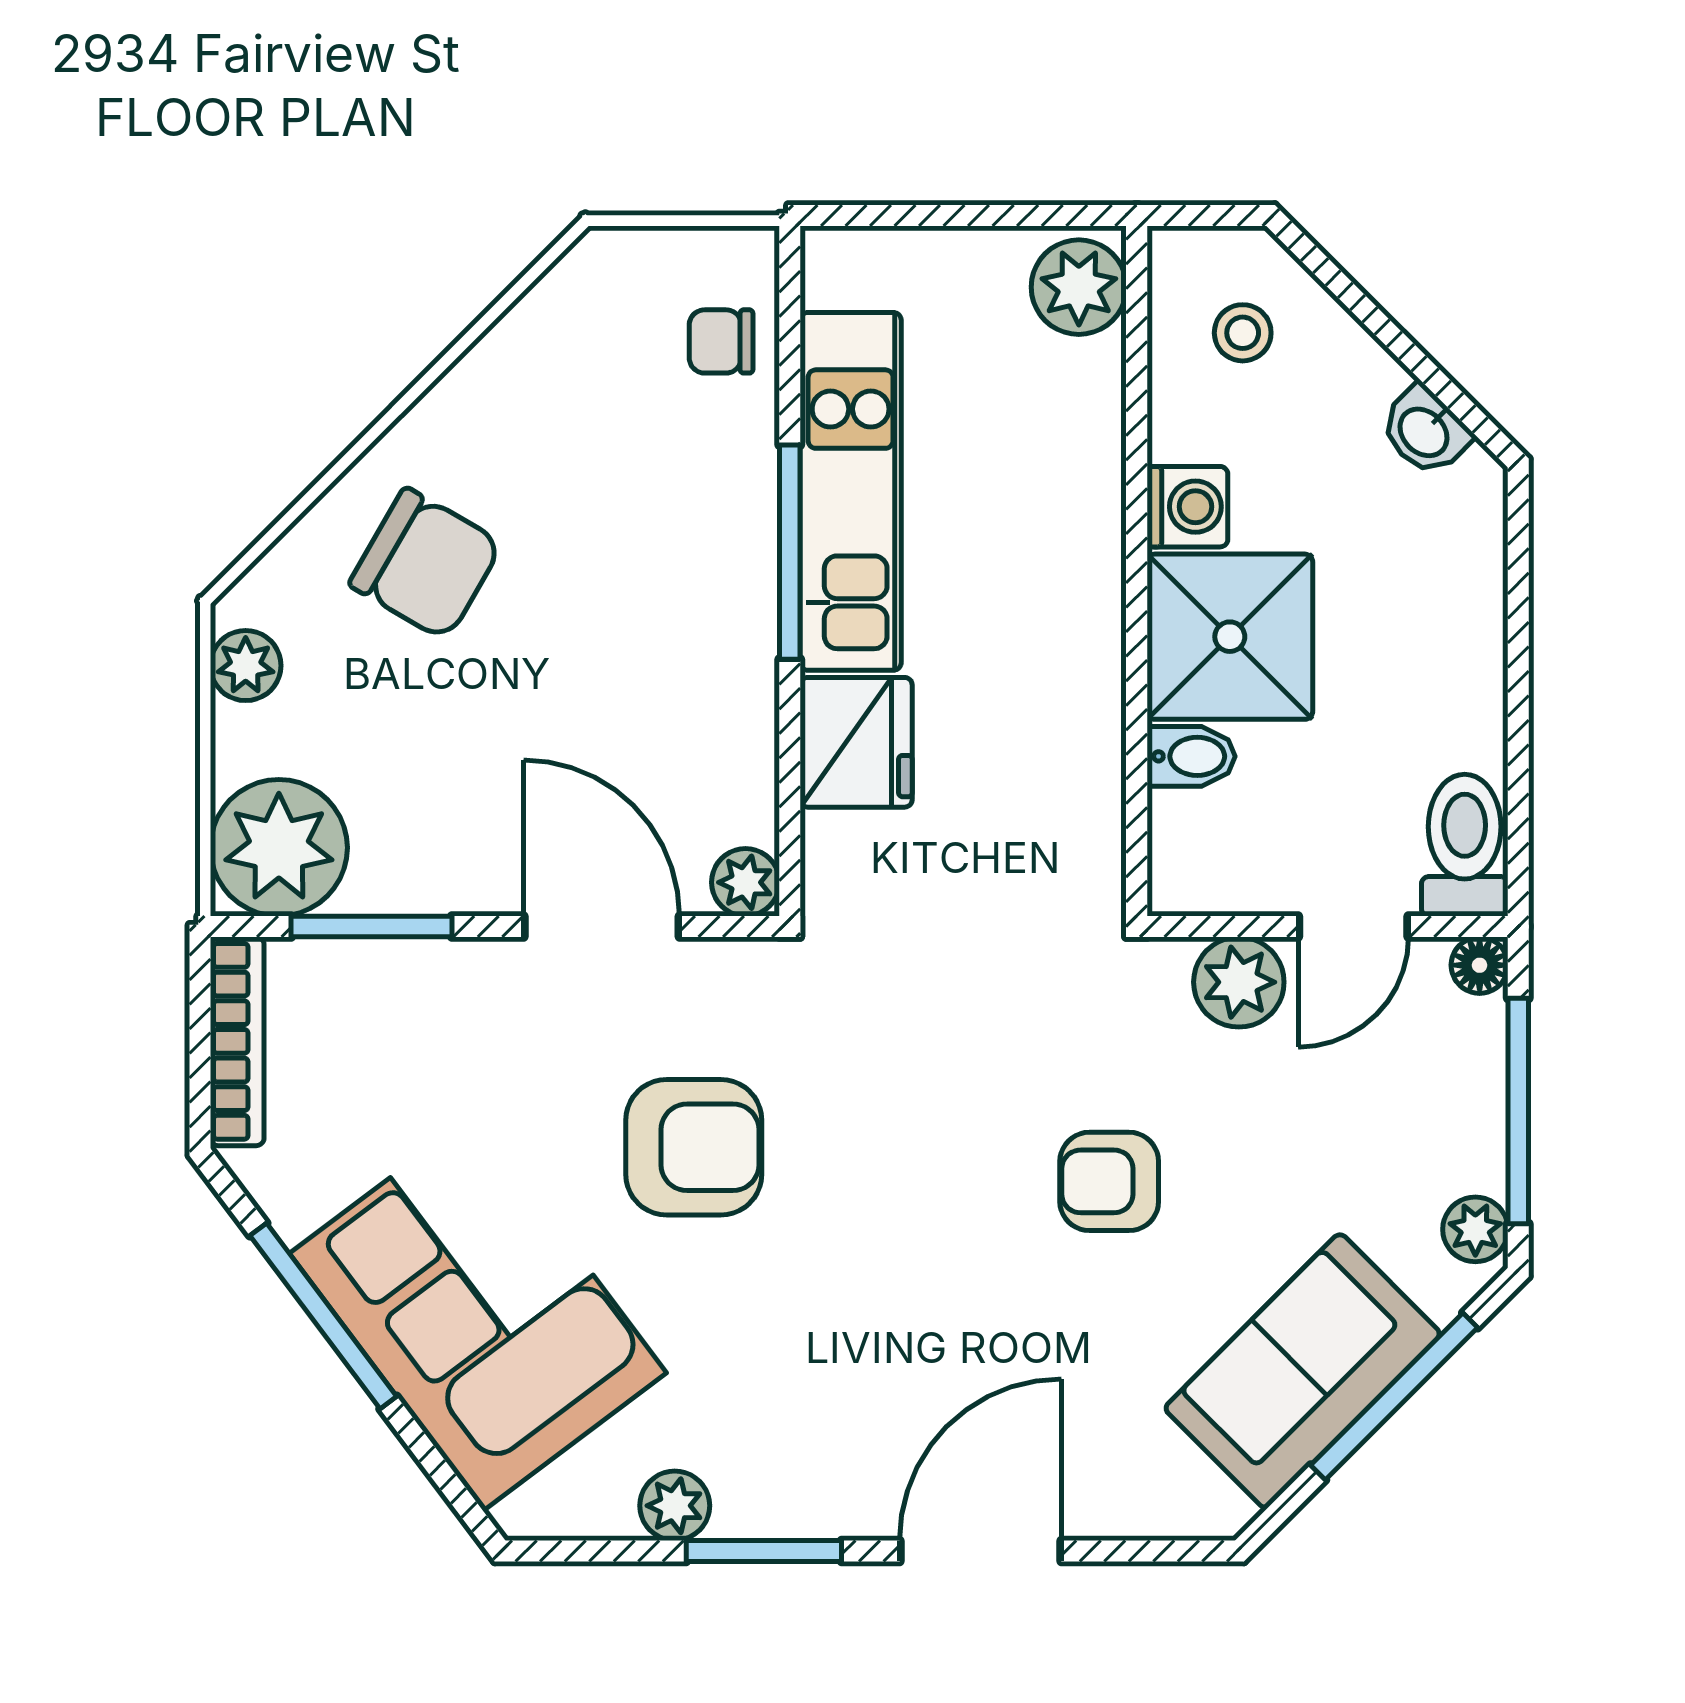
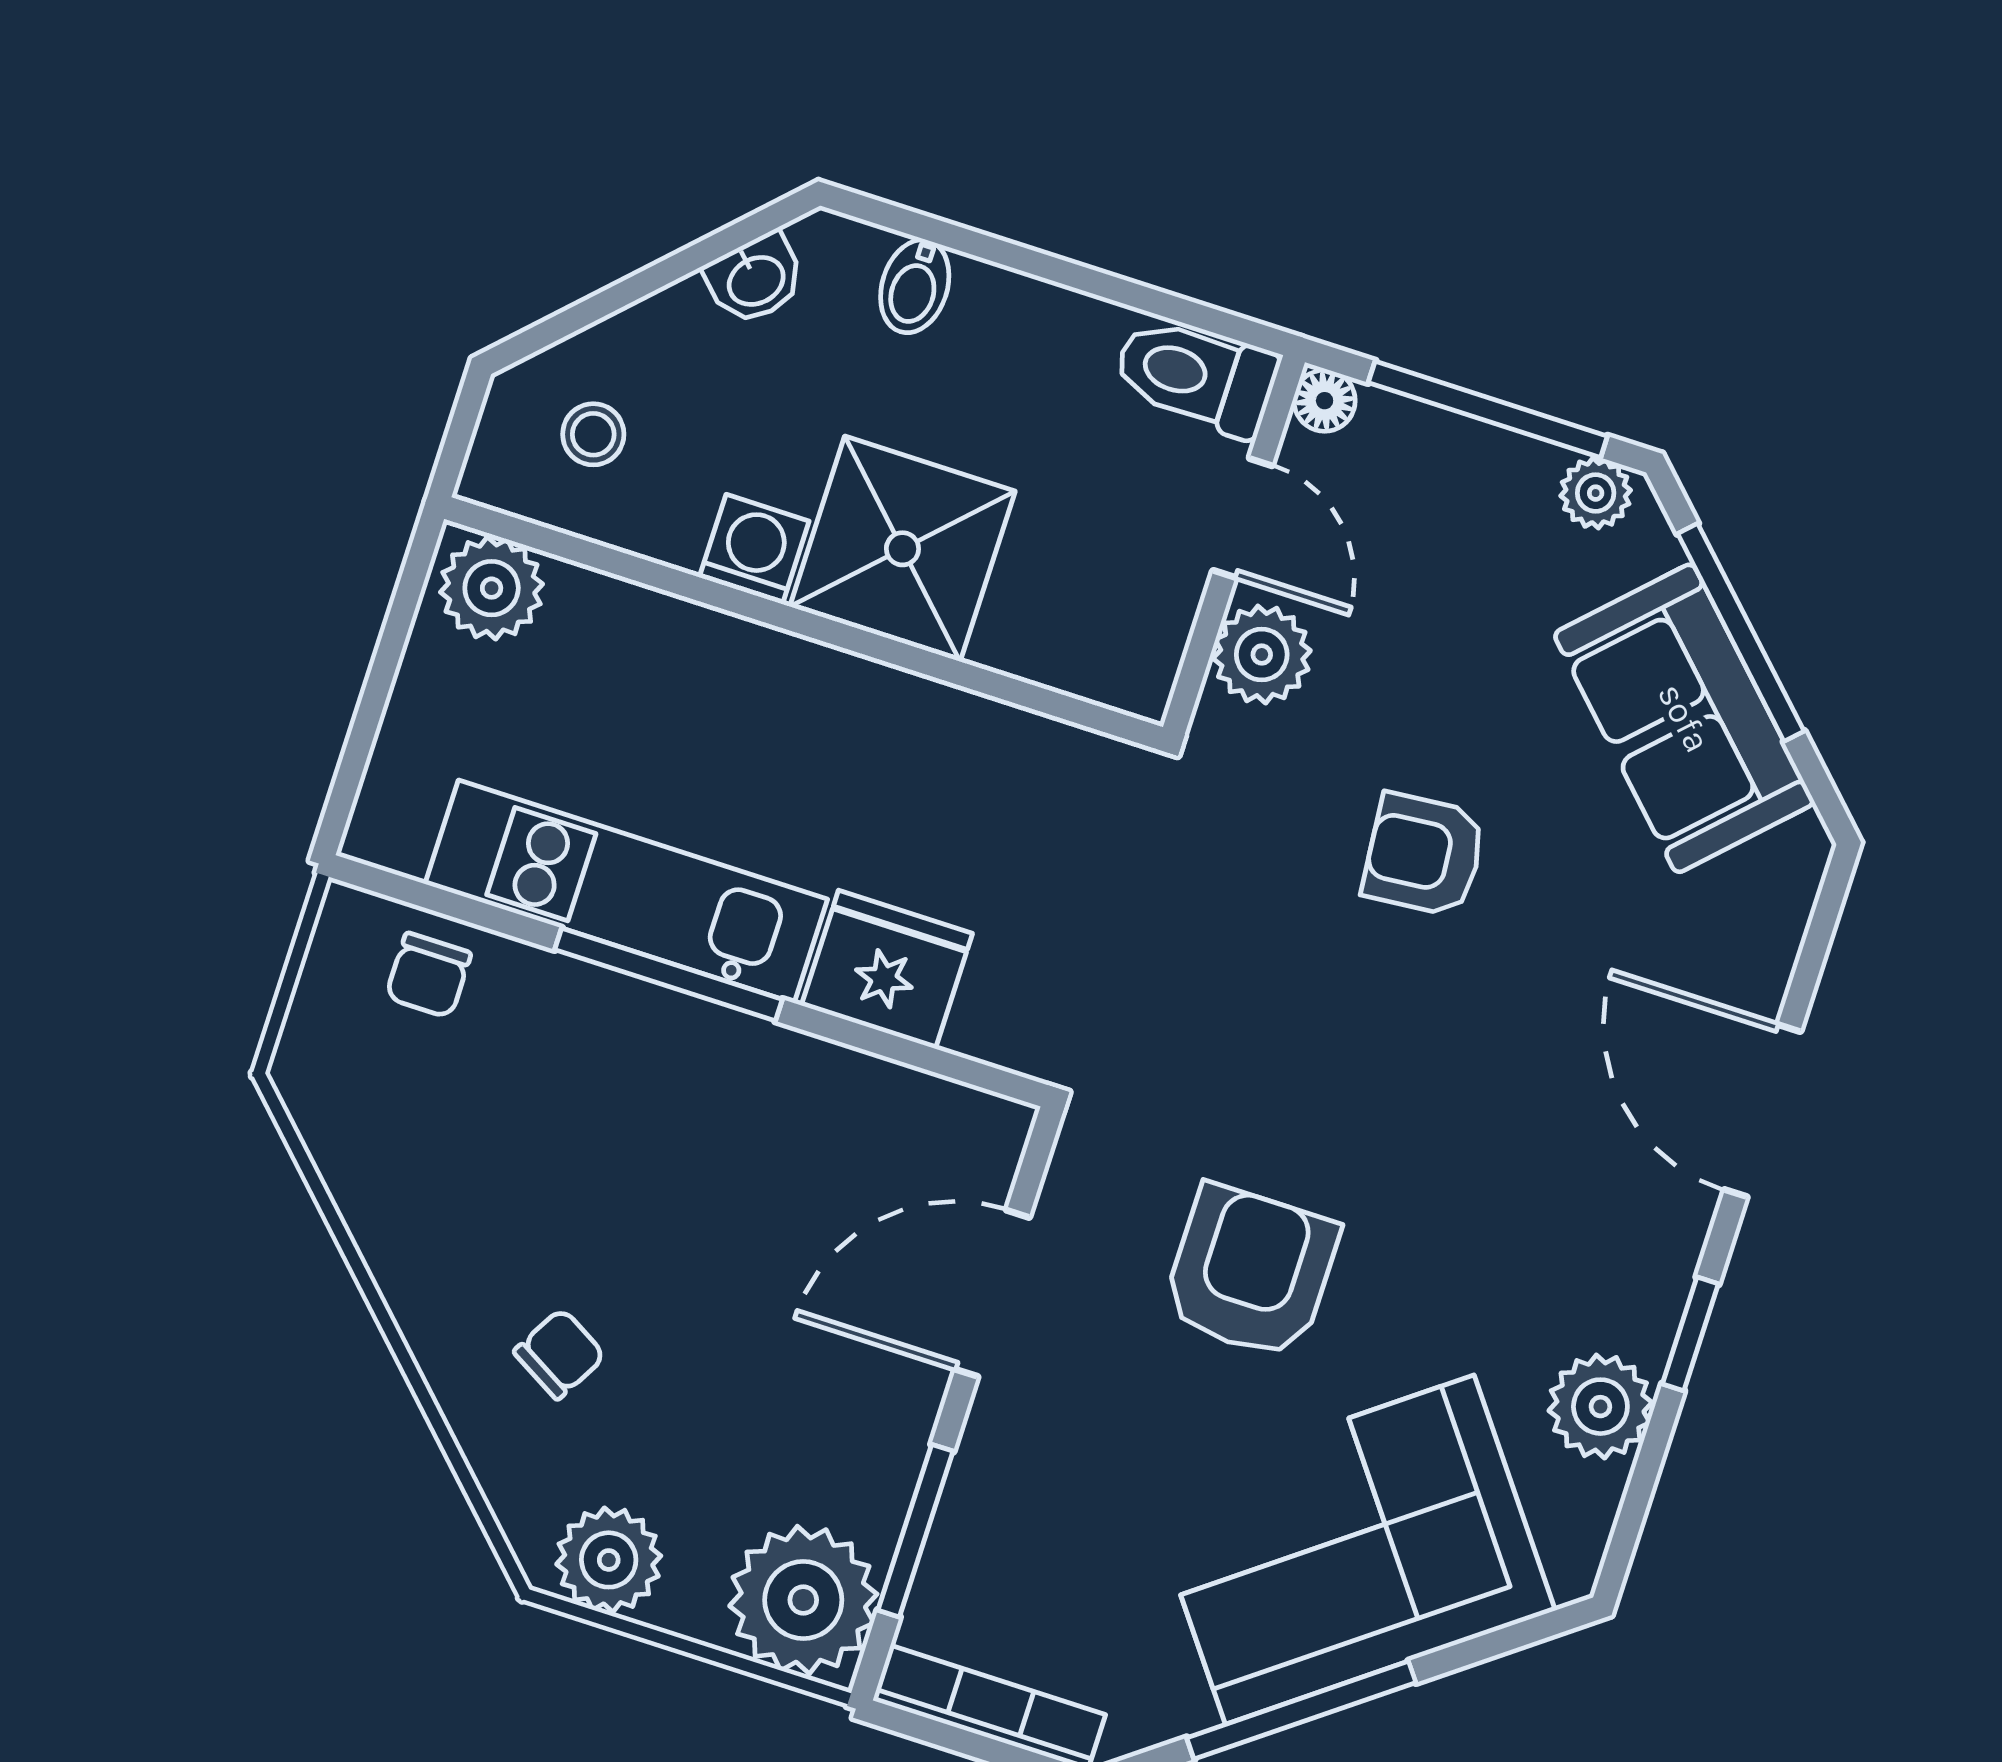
chair: (426, 564) -> (560, 1354), width x0.54, depth x0.54
plant: (246, 666) -> (609, 1560), width x1.38, depth x1.38
bidet: (1191, 756) -> (915, 286), moved, turned 180
plant: (746, 882) -> (994, 1130), removed
armchair: (1109, 1181) -> (1424, 855), turned 85
plant: (675, 1506) -> (1600, 1407), width x1.38, depth x1.38
window: (764, 1551) -> (1690, 1334), width x0.67

